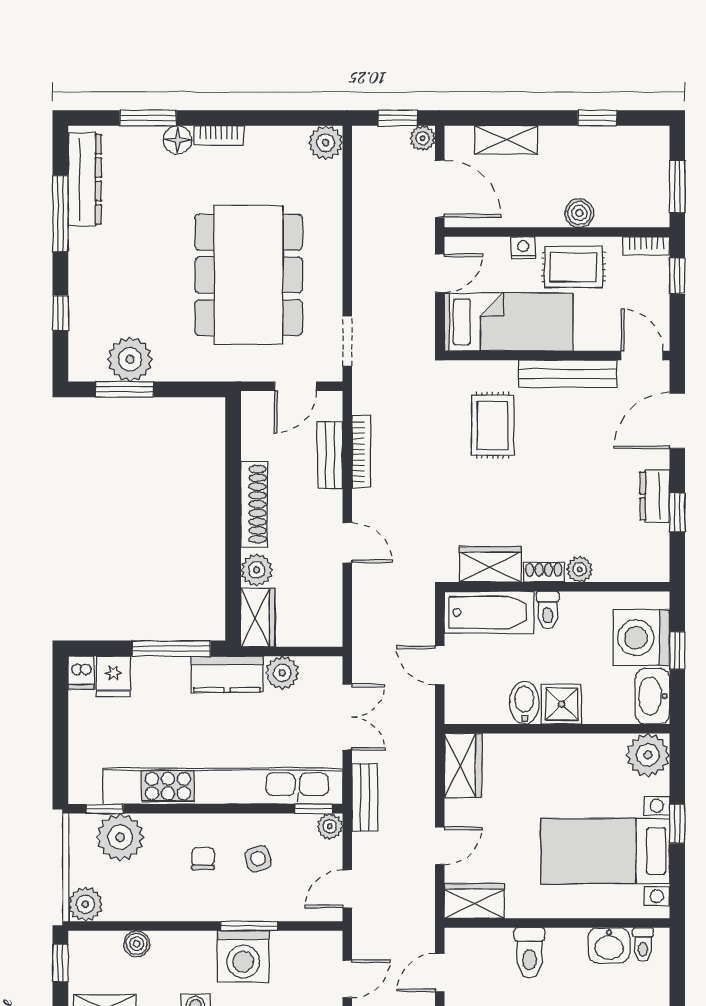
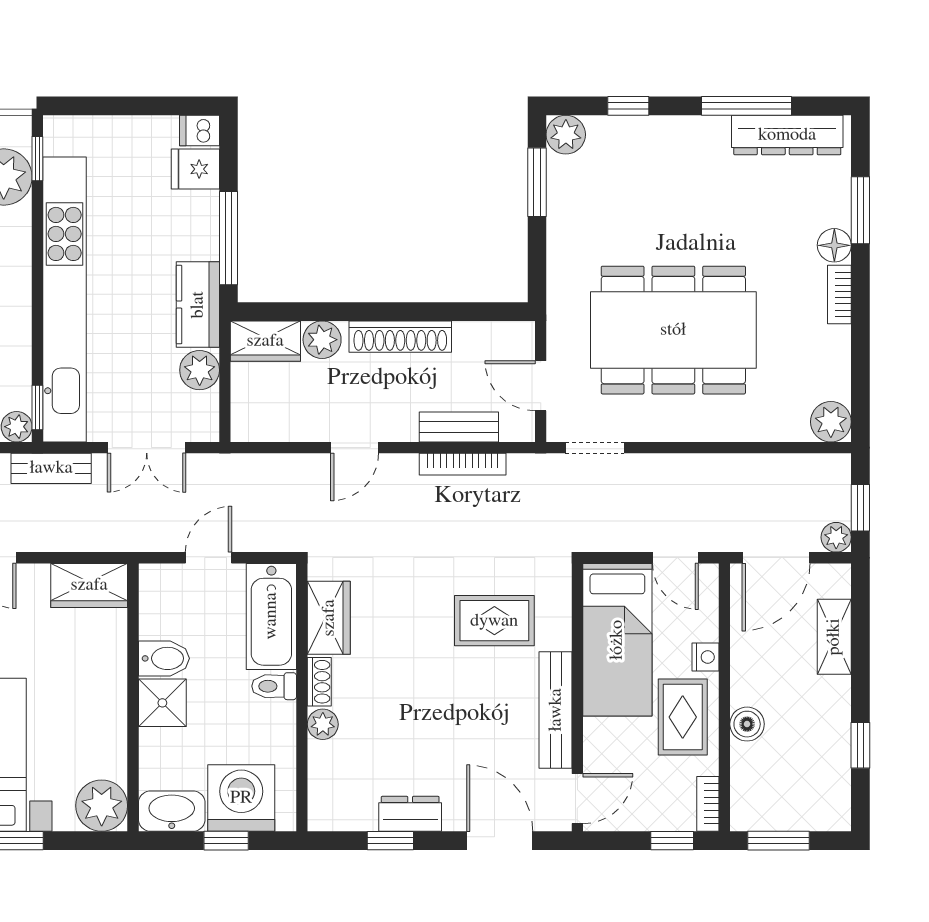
plant: (130, 359) -> (566, 135), moved, width x0.73, depth x0.73

